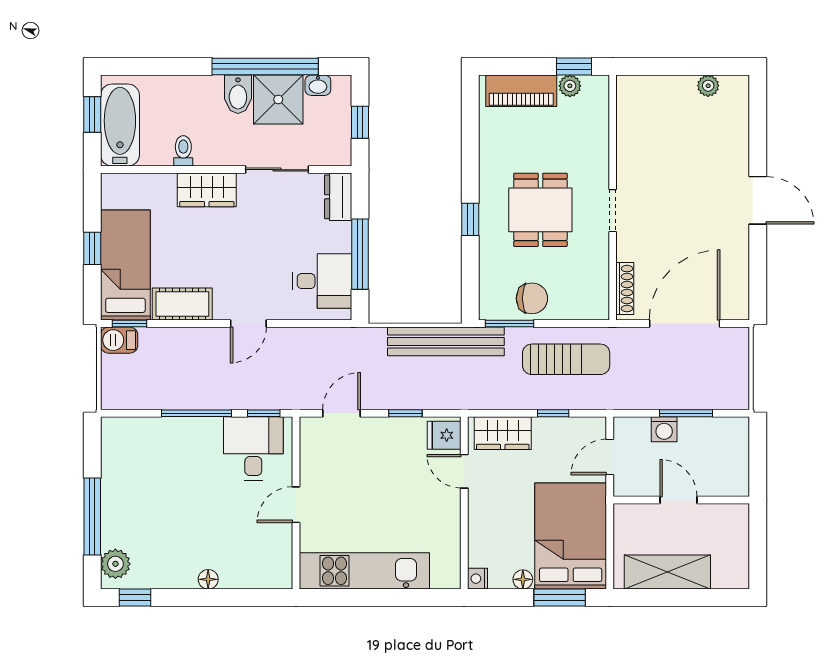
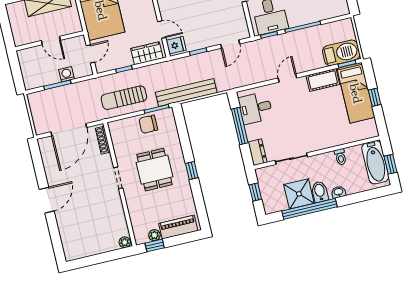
washbasin: (318, 85) -> (338, 192), moved
plant: (708, 86) -> (125, 242), moved
wardrobe: (207, 190) -> (324, 140), removed
door: (758, 200) -> (47, 200), swing flipped
window: (470, 219) -> (192, 170), moved
barbecue: (119, 340) -> (341, 53), width x1.88, depth x1.53

